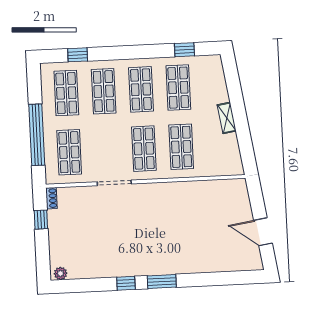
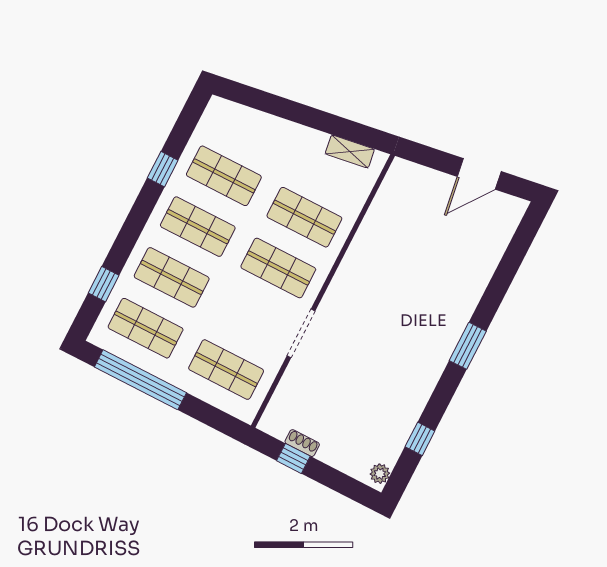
window: (184, 50) -> (163, 169), moved
shelving: (227, 118) -> (350, 151), moved
window: (37, 135) -> (140, 380), moved
shoe rack: (51, 198) -> (302, 443), moved
window: (126, 283) -> (420, 439), moved

